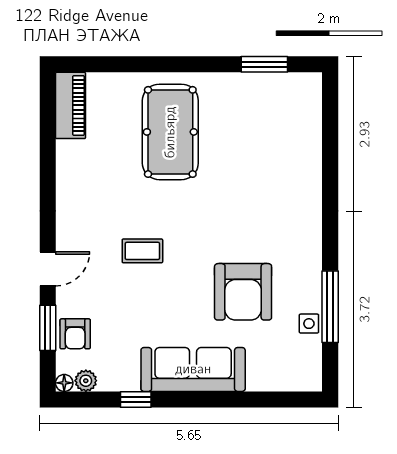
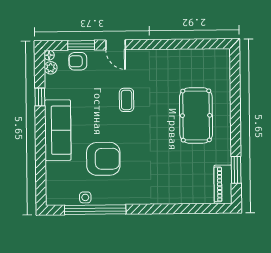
piano: (70, 105) -> (223, 184), moved, turned 90
pool table: (170, 132) -> (196, 115), turned 90
armchair: (243, 292) -> (103, 159), turned 180
window: (330, 307) -> (95, 210), width x1.46

